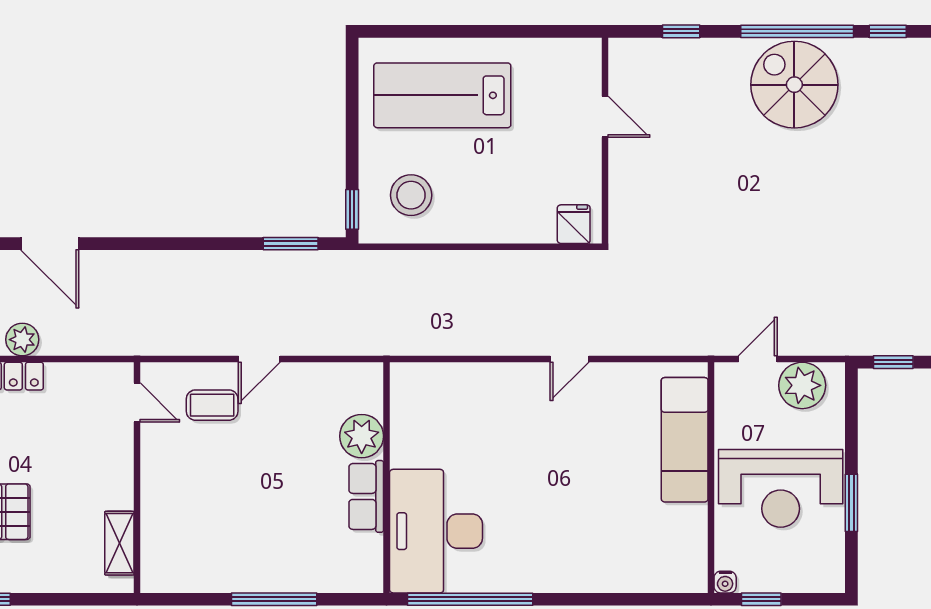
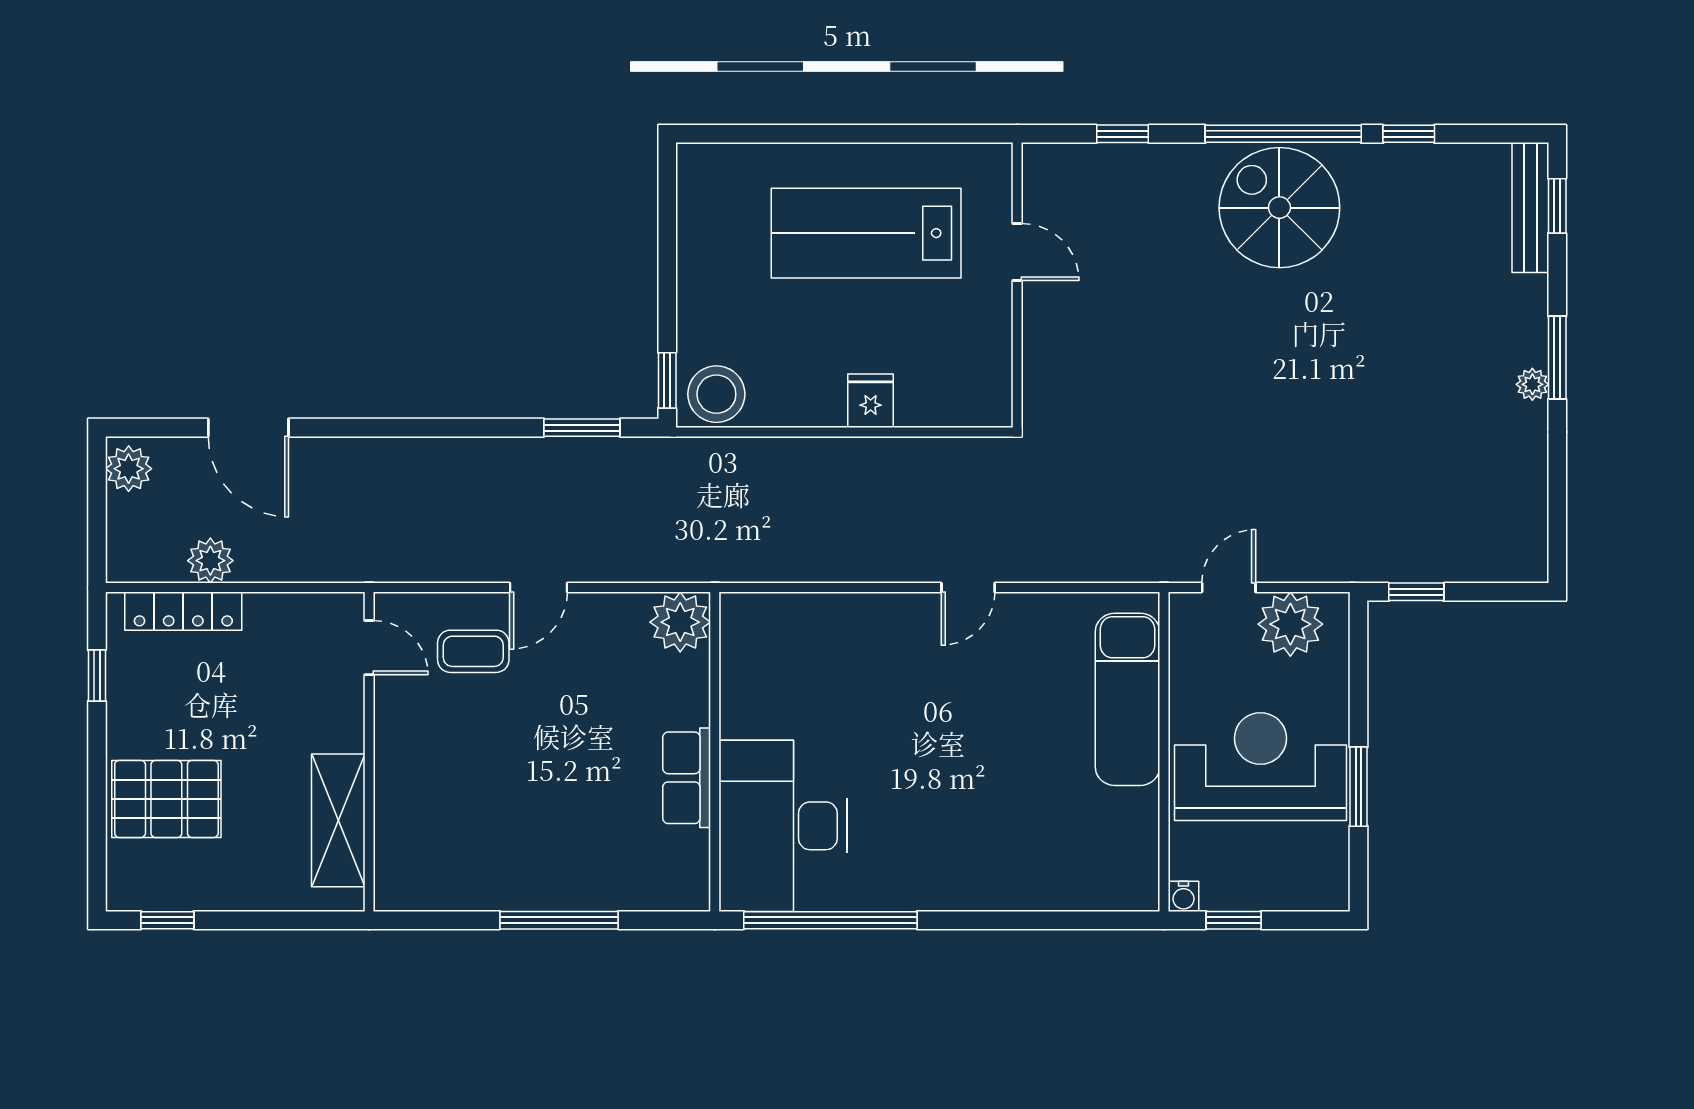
lab bench: (442, 95) -> (866, 233), moved
stool: (411, 195) -> (716, 394), moved
fridge: (574, 224) -> (871, 401), moved
plant: (362, 436) -> (680, 622), moved
reception desk: (781, 488) -> (1260, 767), turned 180
shelving: (119, 543) -> (338, 820), width x1.50, depth x1.33

